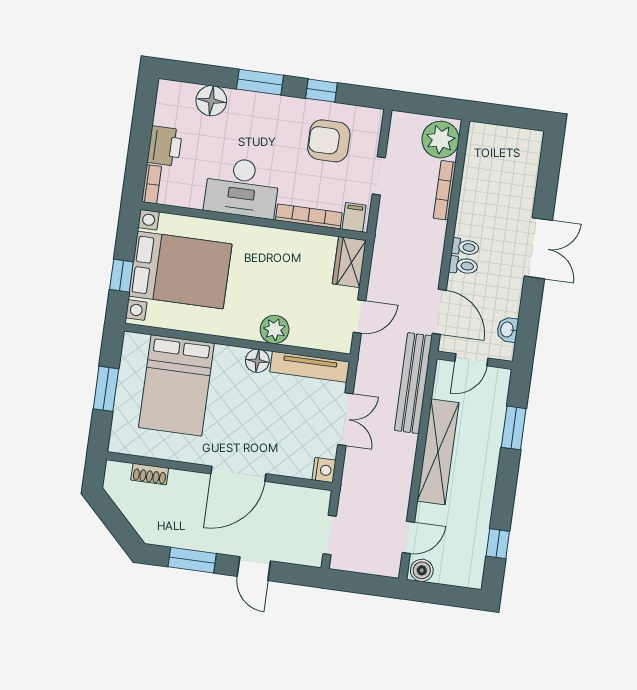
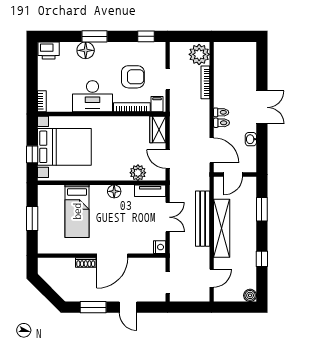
window: (321, 91) -> (146, 36), moved
floor lamp: (211, 101) -> (86, 50), moved
armchair: (329, 141) -> (133, 77), moved, turned 180
printer: (165, 146) -> (49, 50), moved, turned 90
door: (359, 317) -> (168, 159), swing flipped
plant: (275, 329) -> (138, 173), moved
washbasin: (507, 330) -> (251, 139), moved
tv unit: (310, 367) -> (150, 191), width x0.71
bench: (413, 383) -> (203, 219), moved
bed: (176, 385) -> (77, 211), width x0.67
shoe rack: (150, 474) -> (86, 263), moved
window: (498, 544) -> (262, 259), moved
boiler: (422, 570) -> (250, 295), moved

